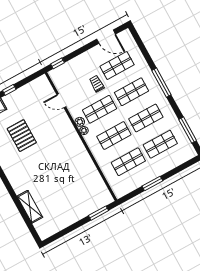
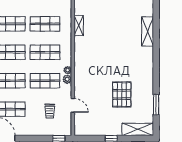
trolley: (97, 84) -> (50, 111), moved
shelving: (96, 177) -> (79, 25), added

